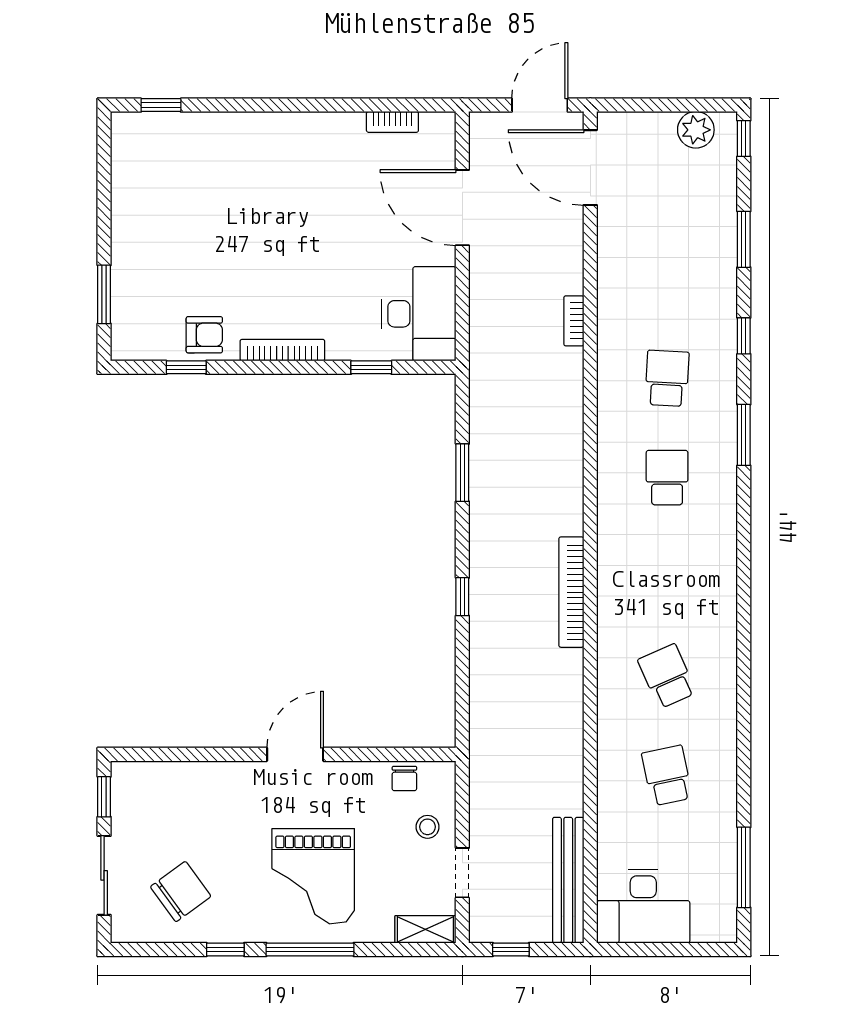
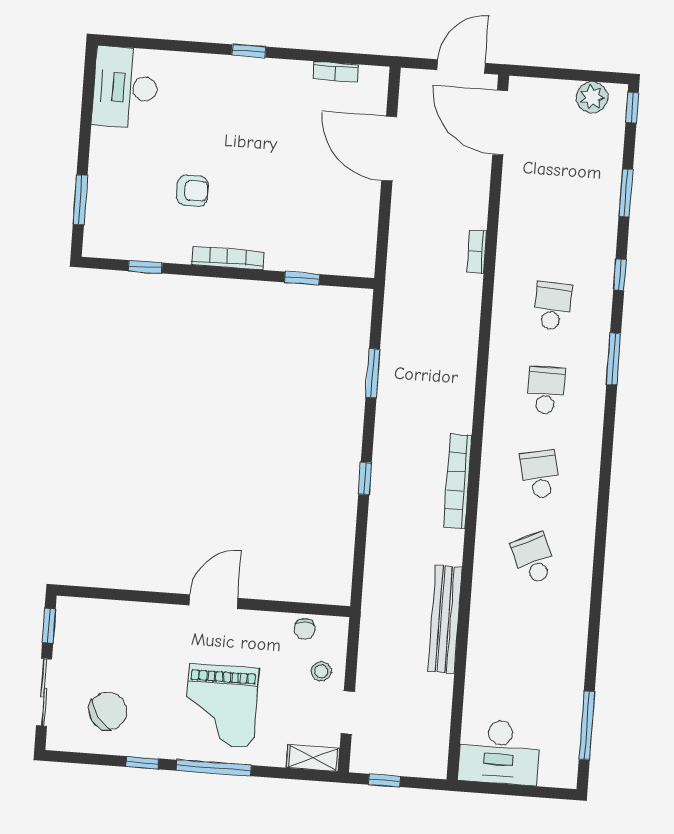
window: (161, 105) -> (249, 51), moved
desk: (419, 314) -> (125, 87), moved, turned 180
armchair: (204, 335) -> (192, 191), moved
school desk: (667, 775) -> (540, 474), moved
bench: (568, 880) -> (445, 619), moved

